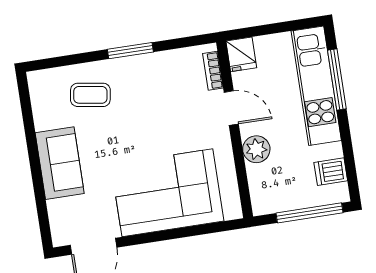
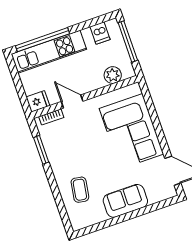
window: (130, 51) -> (41, 150), moved
window: (337, 79) -> (43, 40), width x1.46
door: (231, 108) -> (72, 101), hinge flipped
plant: (256, 149) -> (113, 75), moved

